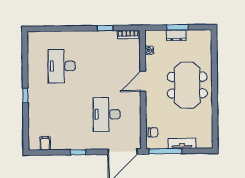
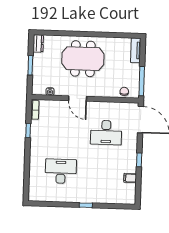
dresser: (176, 35) -> (38, 43), moved
desk: (62, 66) -> (61, 171), turned 180
filing cabinet: (45, 143) -> (130, 178), moved
tv unit: (182, 143) -> (136, 50), moved

